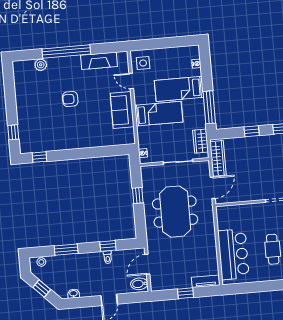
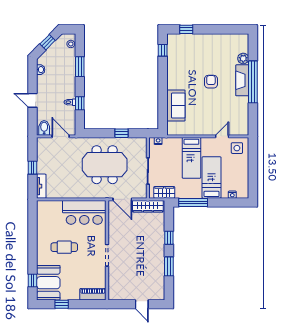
fireplace: (99, 61) -> (242, 80), moved
sofa: (122, 110) -> (176, 105), moved, turned 90
bar counter: (233, 254) -> (84, 212), moved

